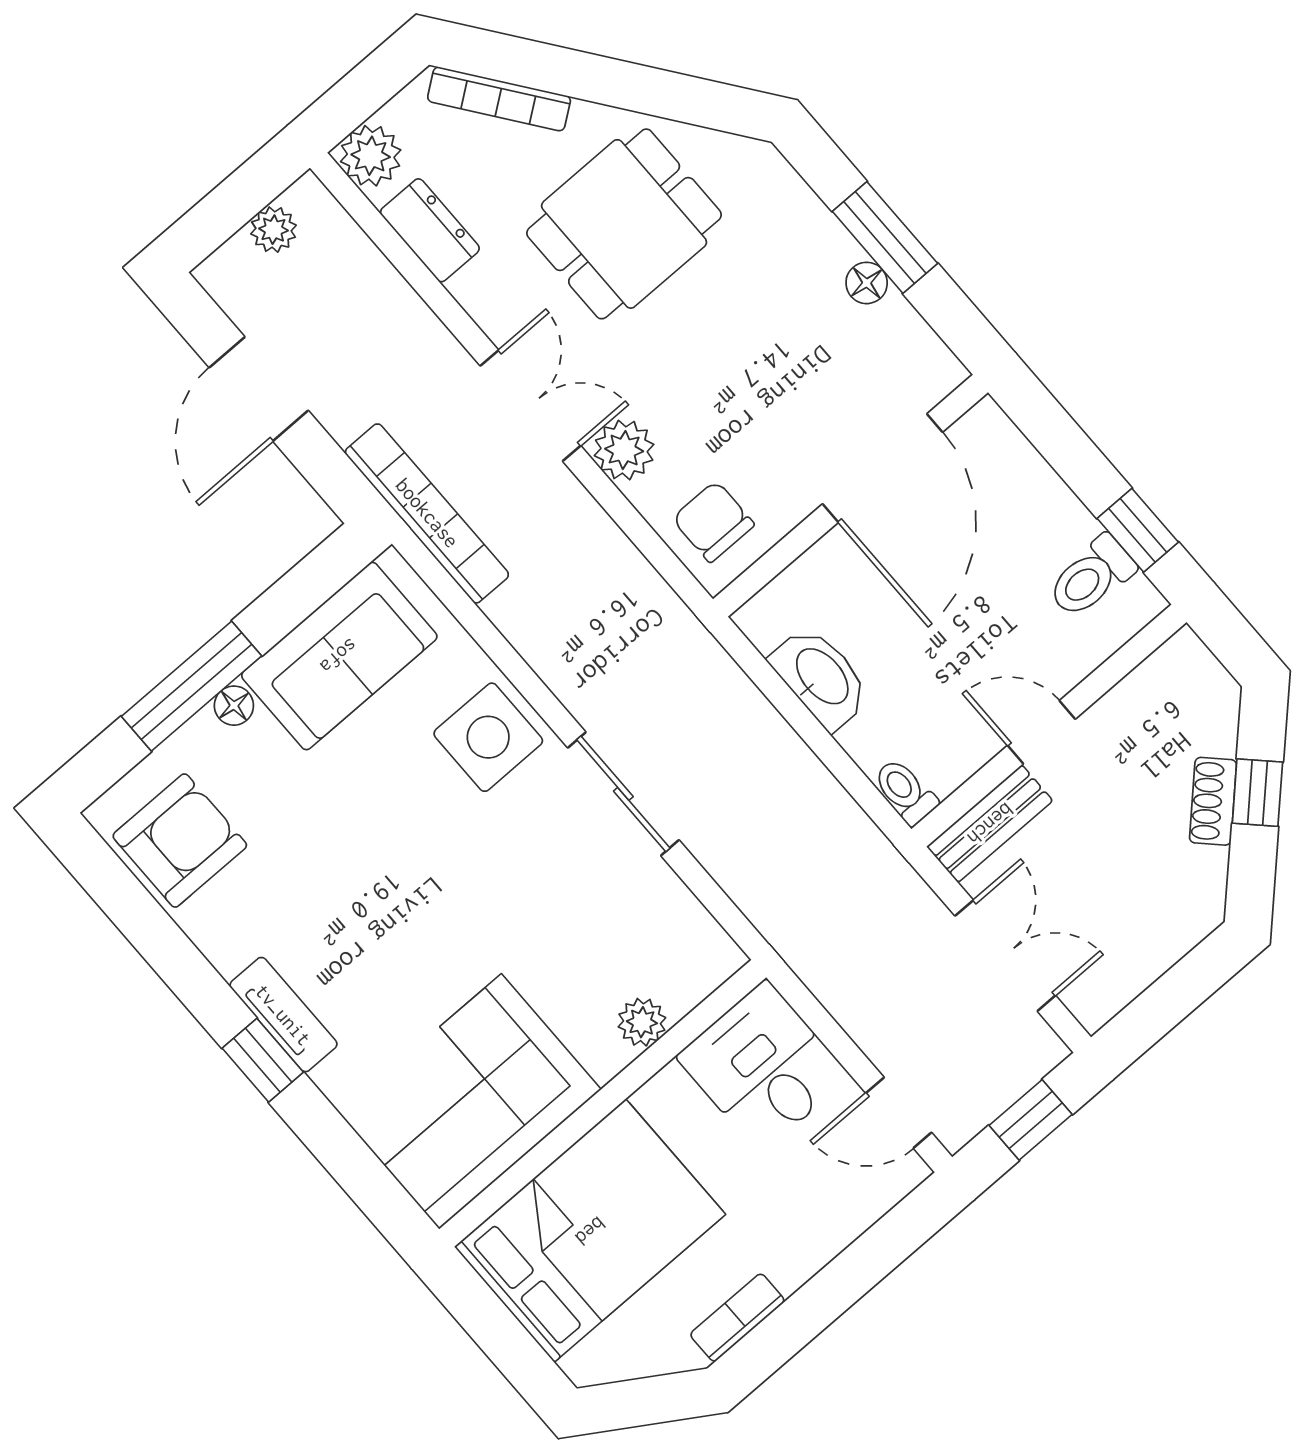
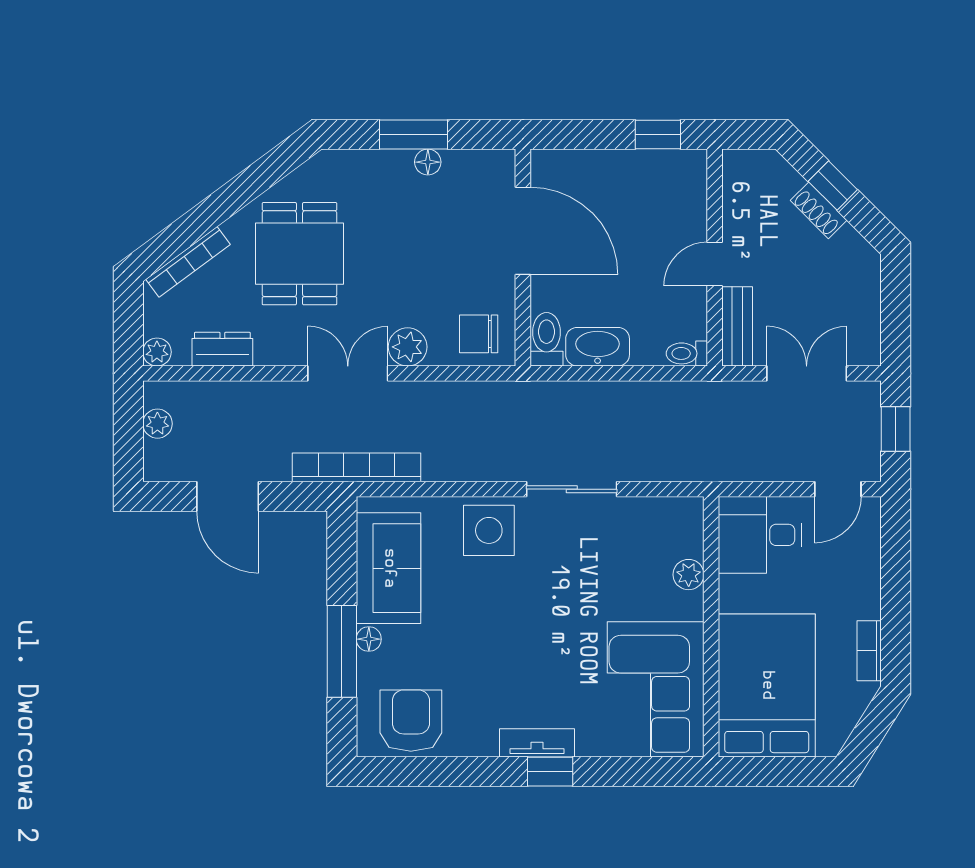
plant: (371, 156) -> (157, 352), width x0.73, depth x0.73
toilet: (1091, 577) -> (546, 339), moved, turned 180

